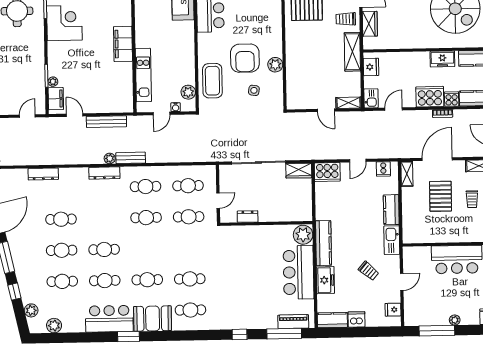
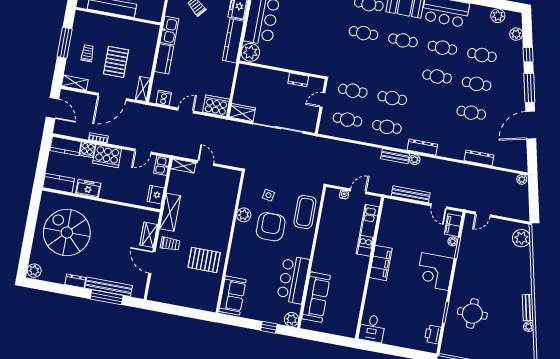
corner desk: (64, 23) -> (435, 272), moved
plant: (188, 92) -> (329, 206), removed

